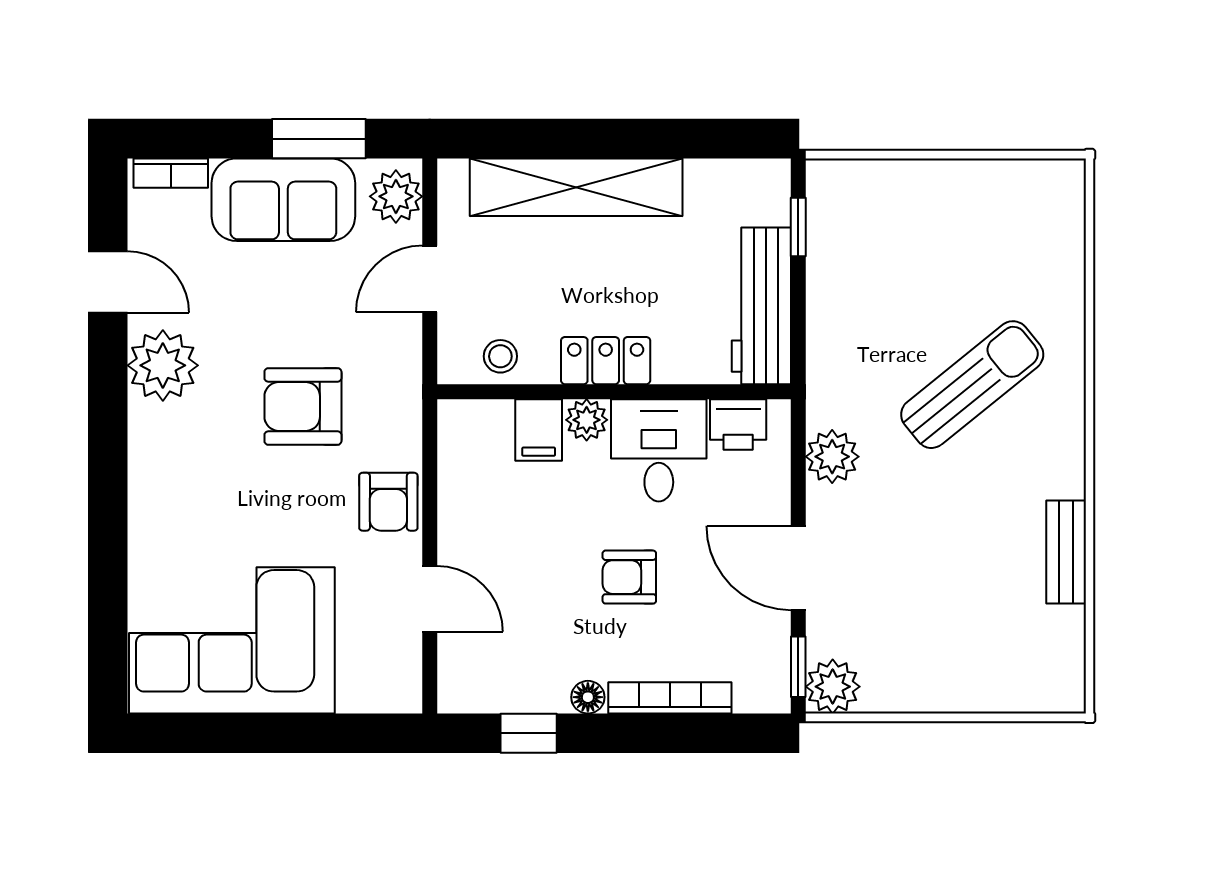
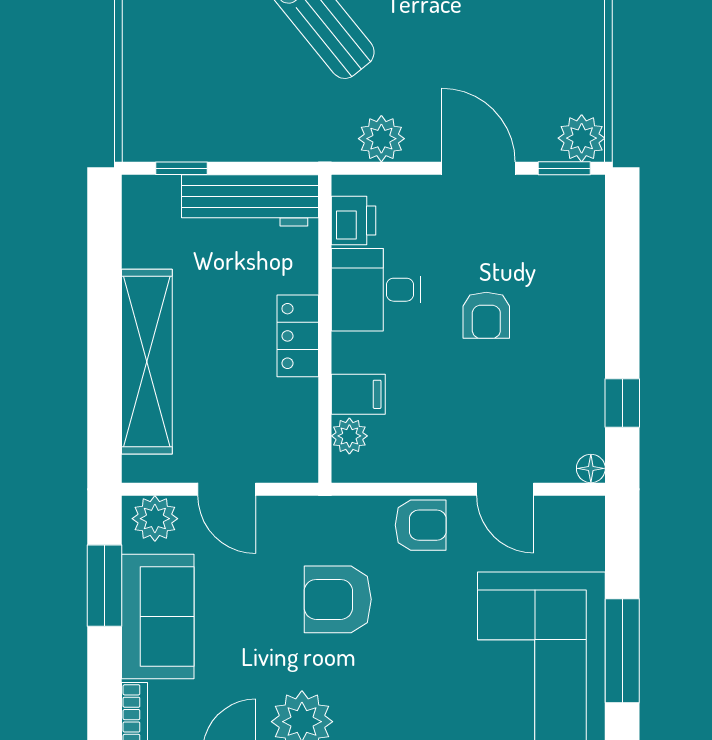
stool: (500, 356) -> (294, 428), removed
armchair: (303, 406) -> (338, 599), turned 90
plant: (587, 420) -> (349, 436), moved
door: (798, 568) -> (478, 168), swing flipped
door: (430, 599) -> (505, 489), swing flipped
floor lamp: (588, 697) -> (591, 468), moved
bookcase: (670, 698) -> (591, 280), removed
window: (244, 733) -> (622, 651), added

